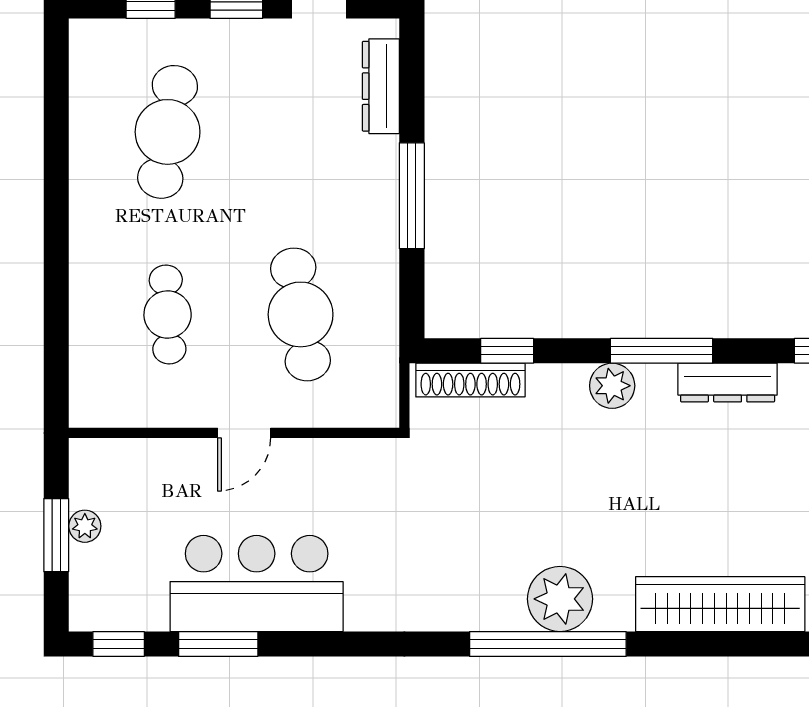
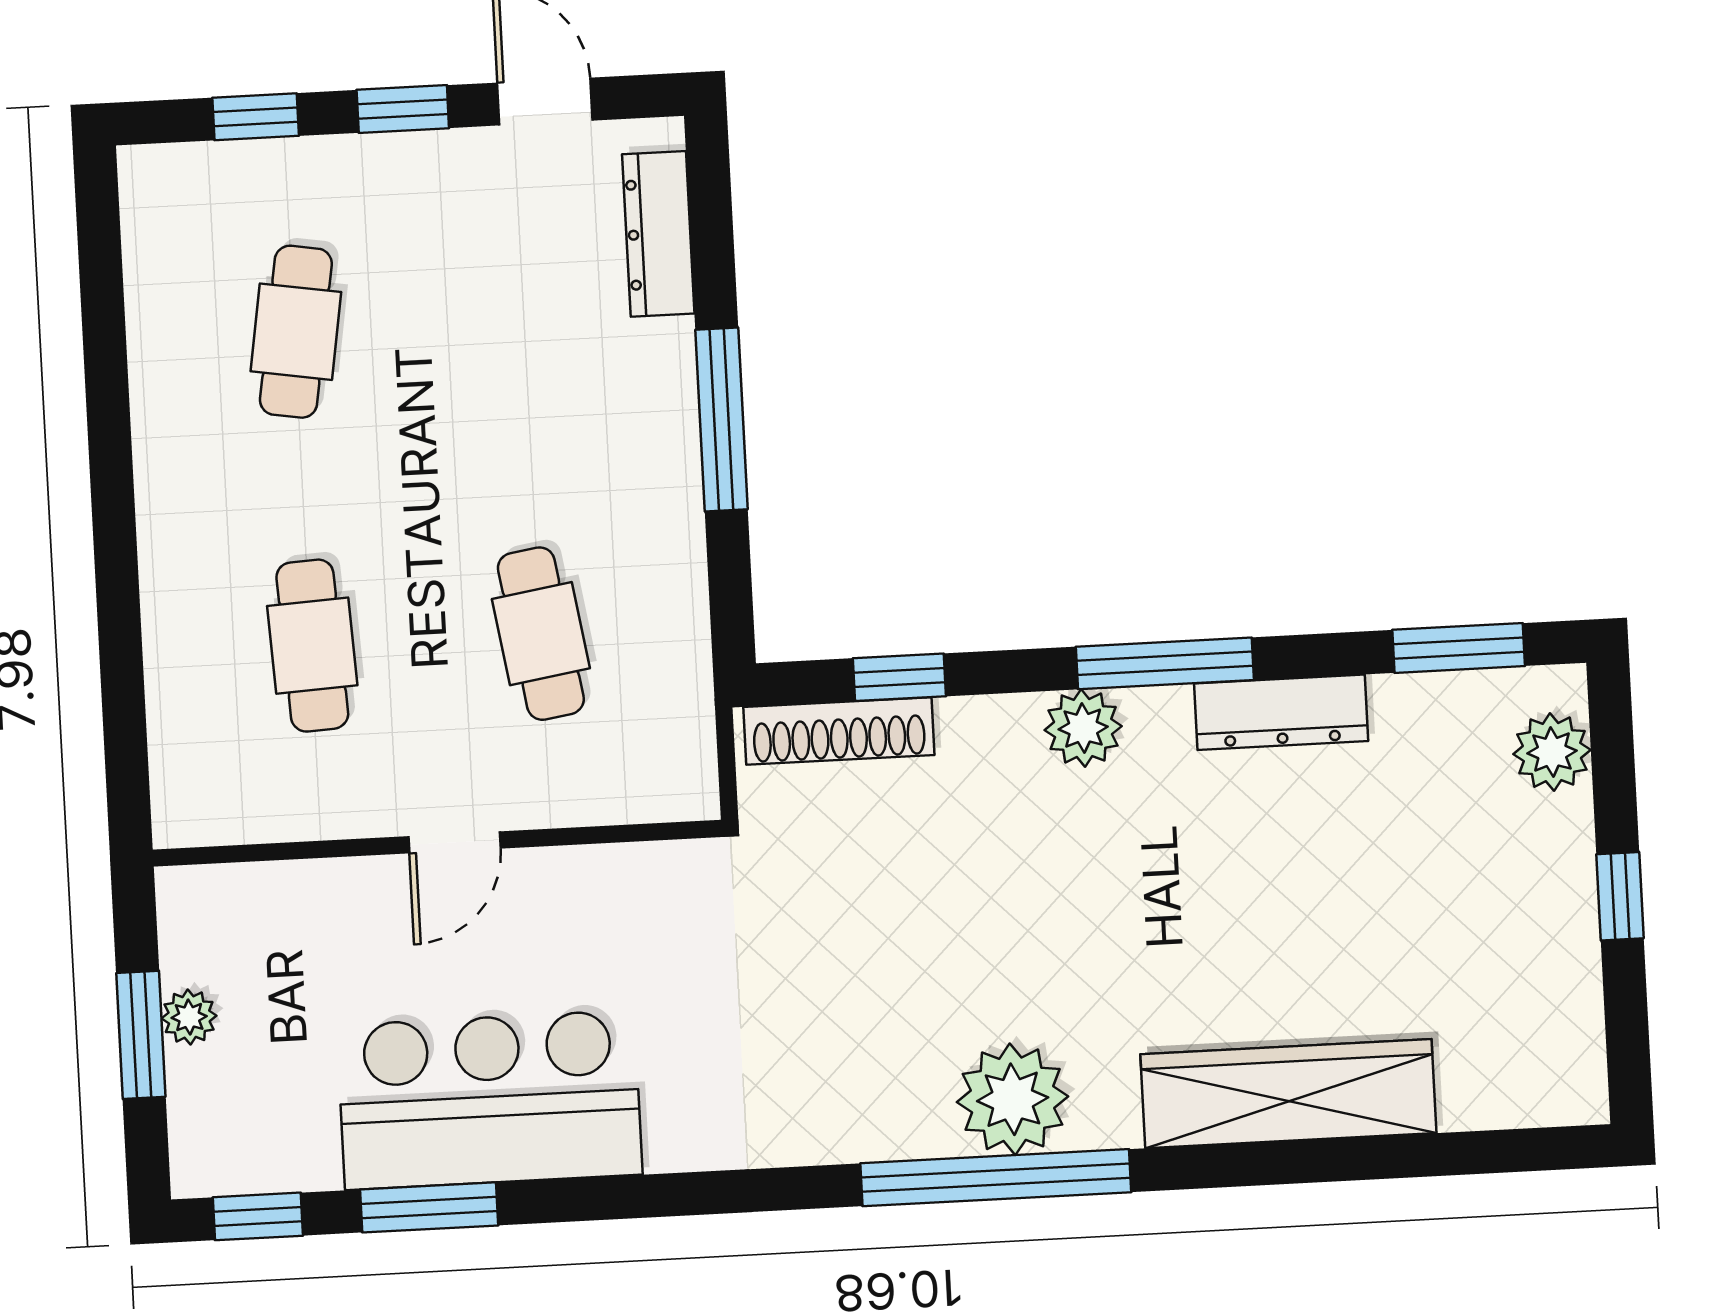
cafe table: (168, 132) -> (296, 332), width x0.73, depth x0.74
cafe table: (301, 314) -> (541, 634), width x0.73, depth x0.74

